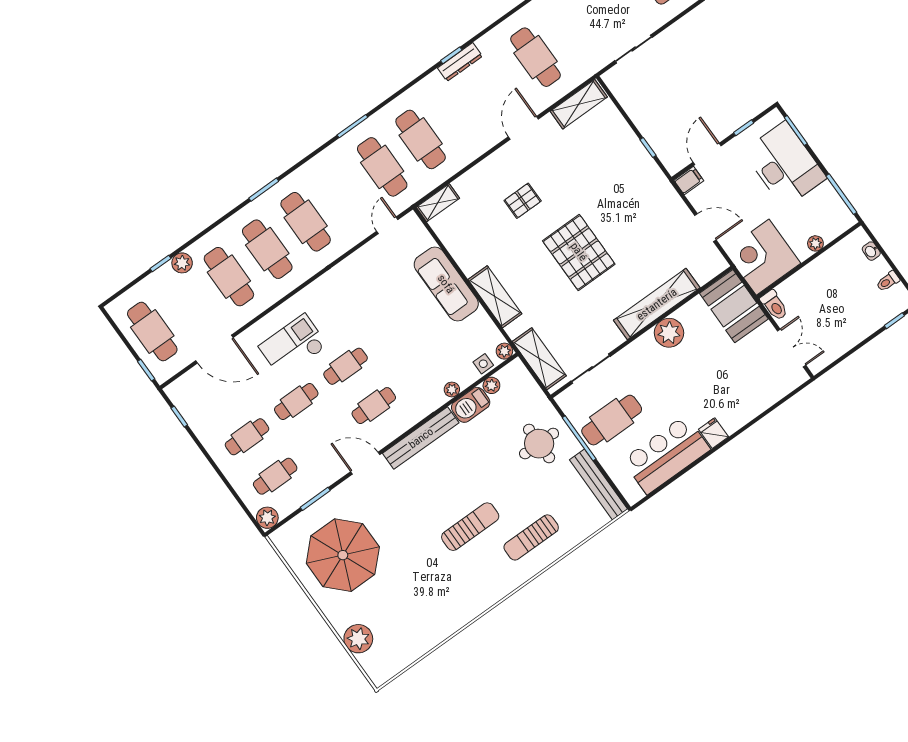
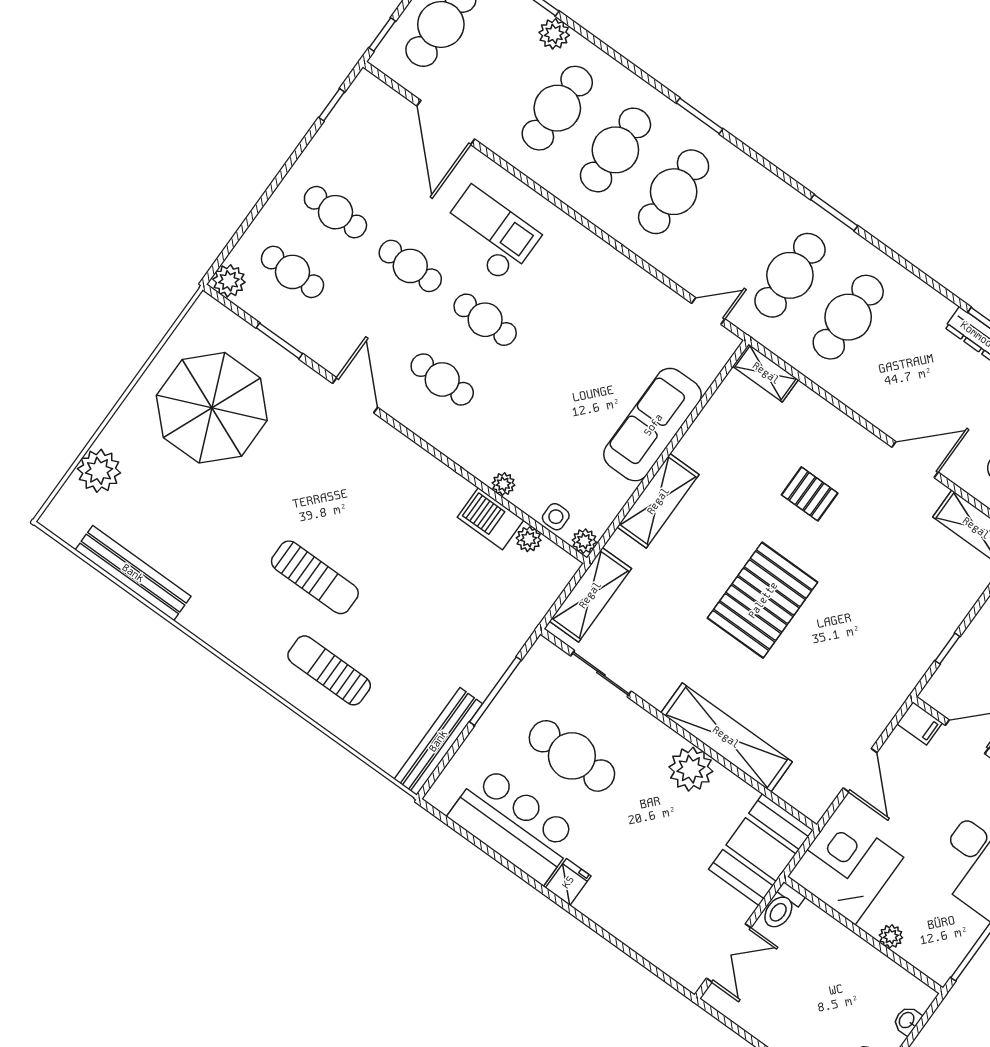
cafe table: (612, 420) -> (572, 756), moved
bench: (421, 438) -> (133, 573), moved
round table: (539, 444) -> (468, 636), removed

